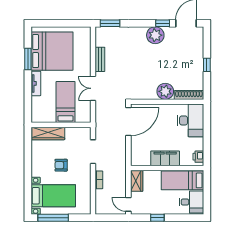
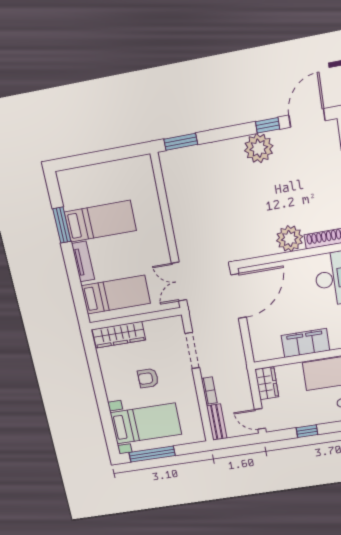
bed: (52, 51) -> (100, 221), width x0.49
bench: (100, 59) -> (217, 422), moved
double door: (93, 88) -> (179, 282), moved
bed: (66, 102) -> (116, 295), moved, turned 90

